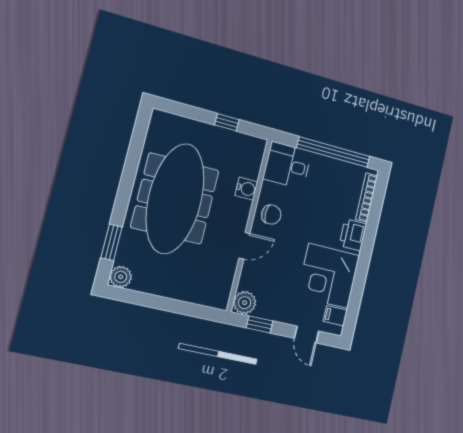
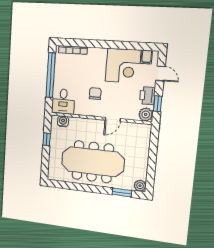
water cooler: (246, 189) -> (63, 121), moved
chair: (271, 215) -> (95, 94), moved
printer: (353, 235) -> (147, 96), moved, turned 90
door: (244, 246) -> (113, 119), swing flipped
door: (307, 335) -> (160, 73), hinge flipped

